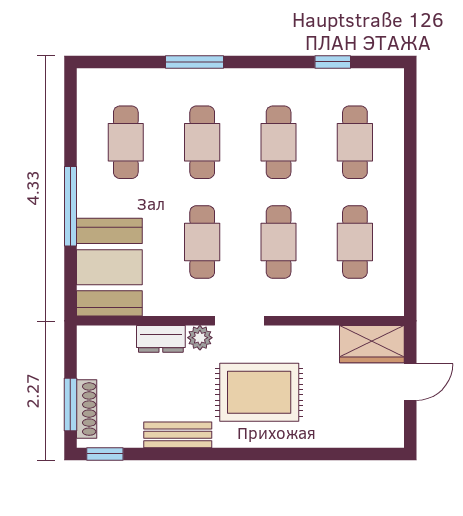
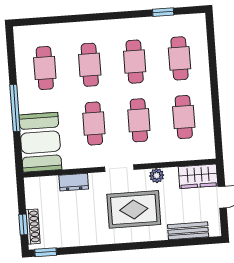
window: (195, 62) -> (82, 18), removed
plant: (200, 338) -> (157, 176), moved
window: (70, 404) -> (23, 225), width x0.67
bench: (178, 435) -> (188, 231), moved

